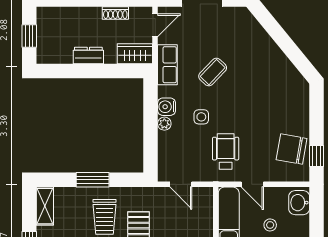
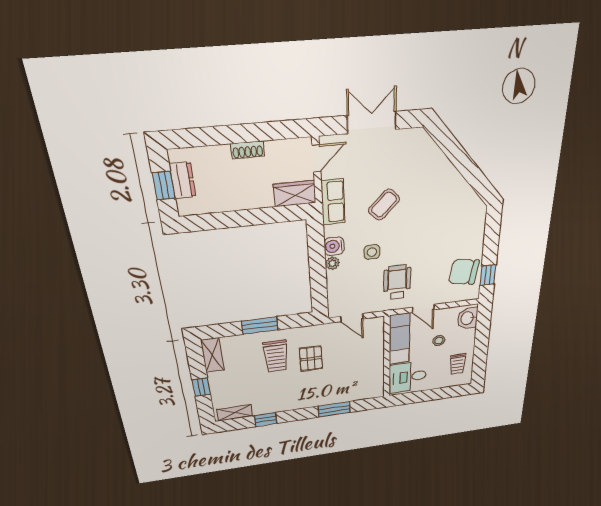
shoe rack: (115, 13) -> (248, 150), moved
dresser: (88, 55) -> (183, 180), moved, turned 90

